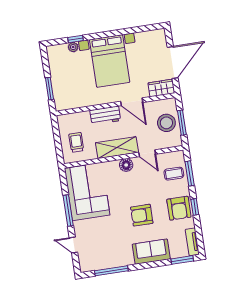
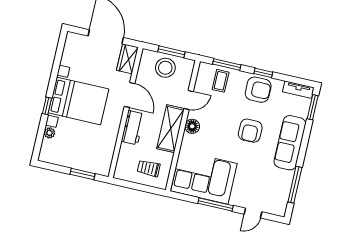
window: (75, 39) -> (47, 106), moved
door: (132, 102) -> (130, 95), hinge flipped
sofa: (151, 252) -> (290, 143), width x1.36

